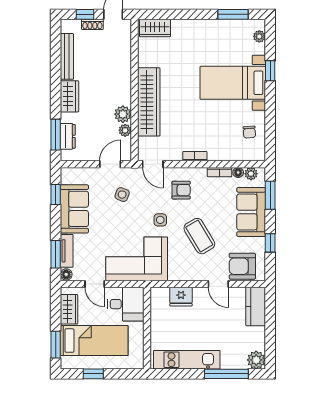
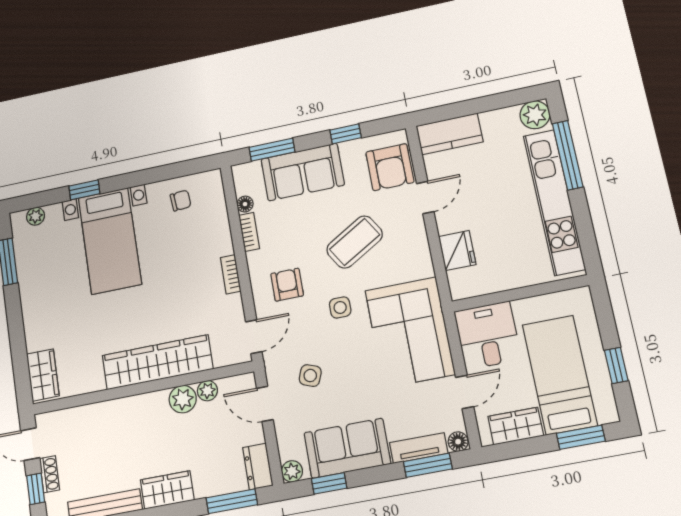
dresser: (68, 136) -> (258, 467), moved, turned -90
plant: (251, 174) -> (292, 471), moved
kitchen unit: (187, 360) -> (554, 202), width x1.36

